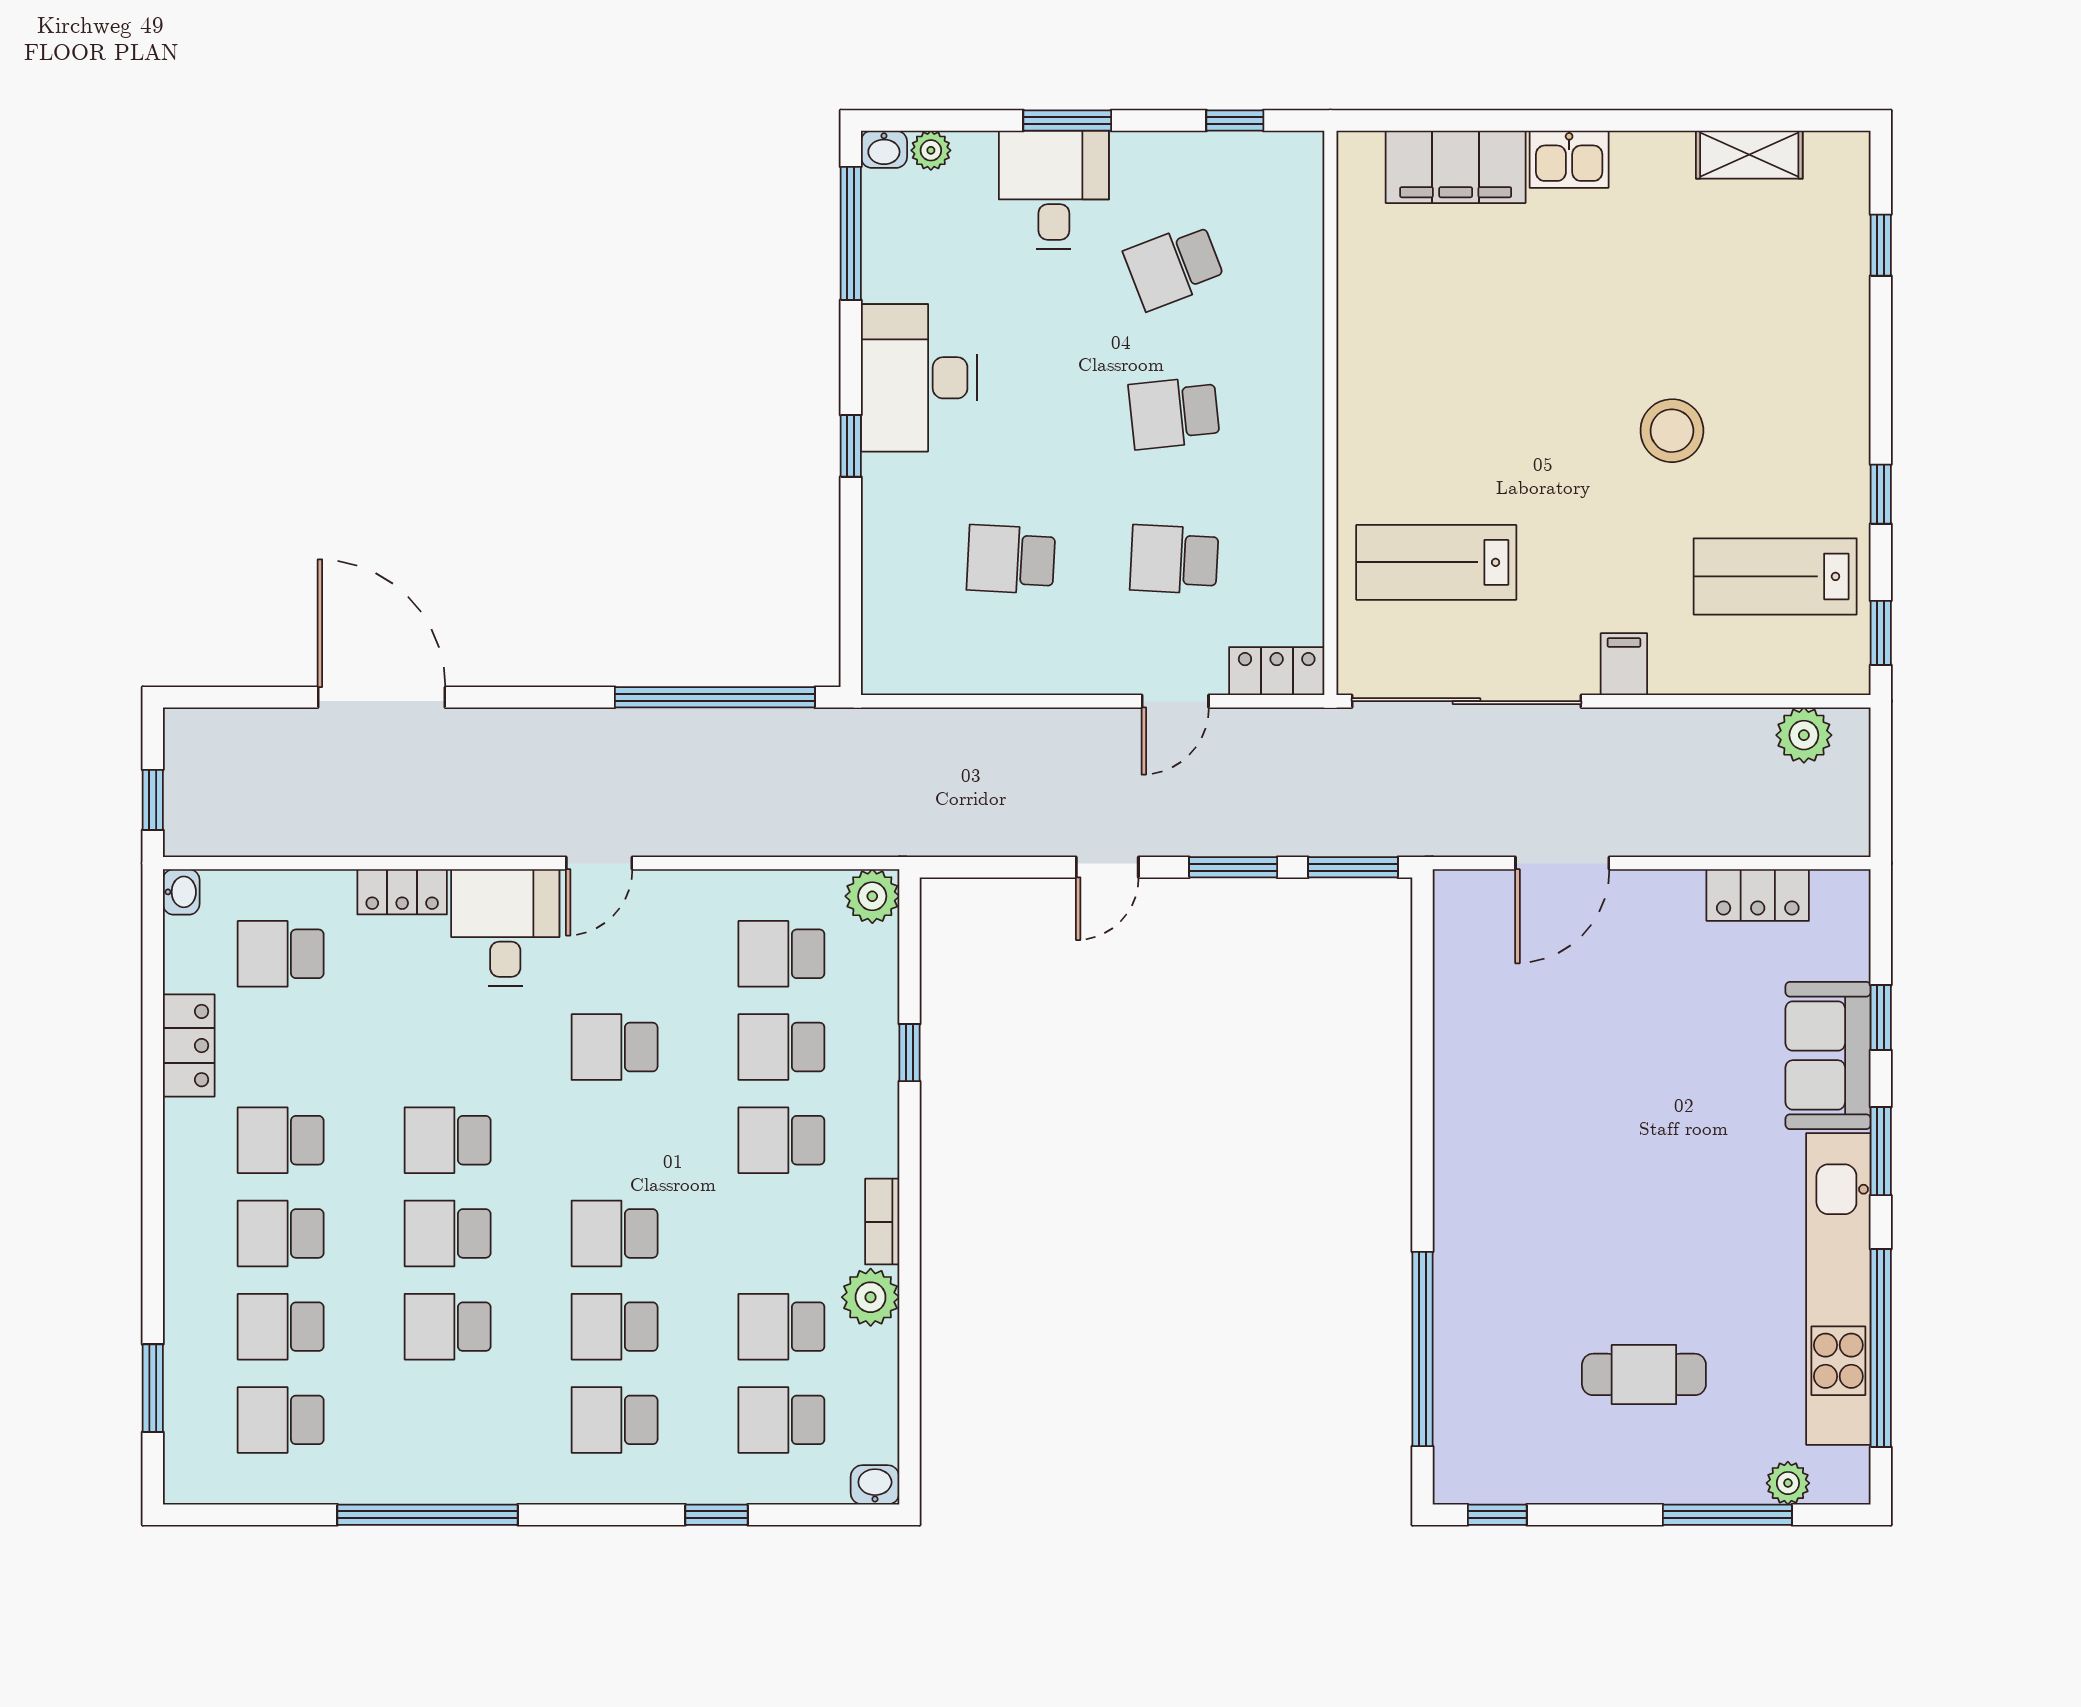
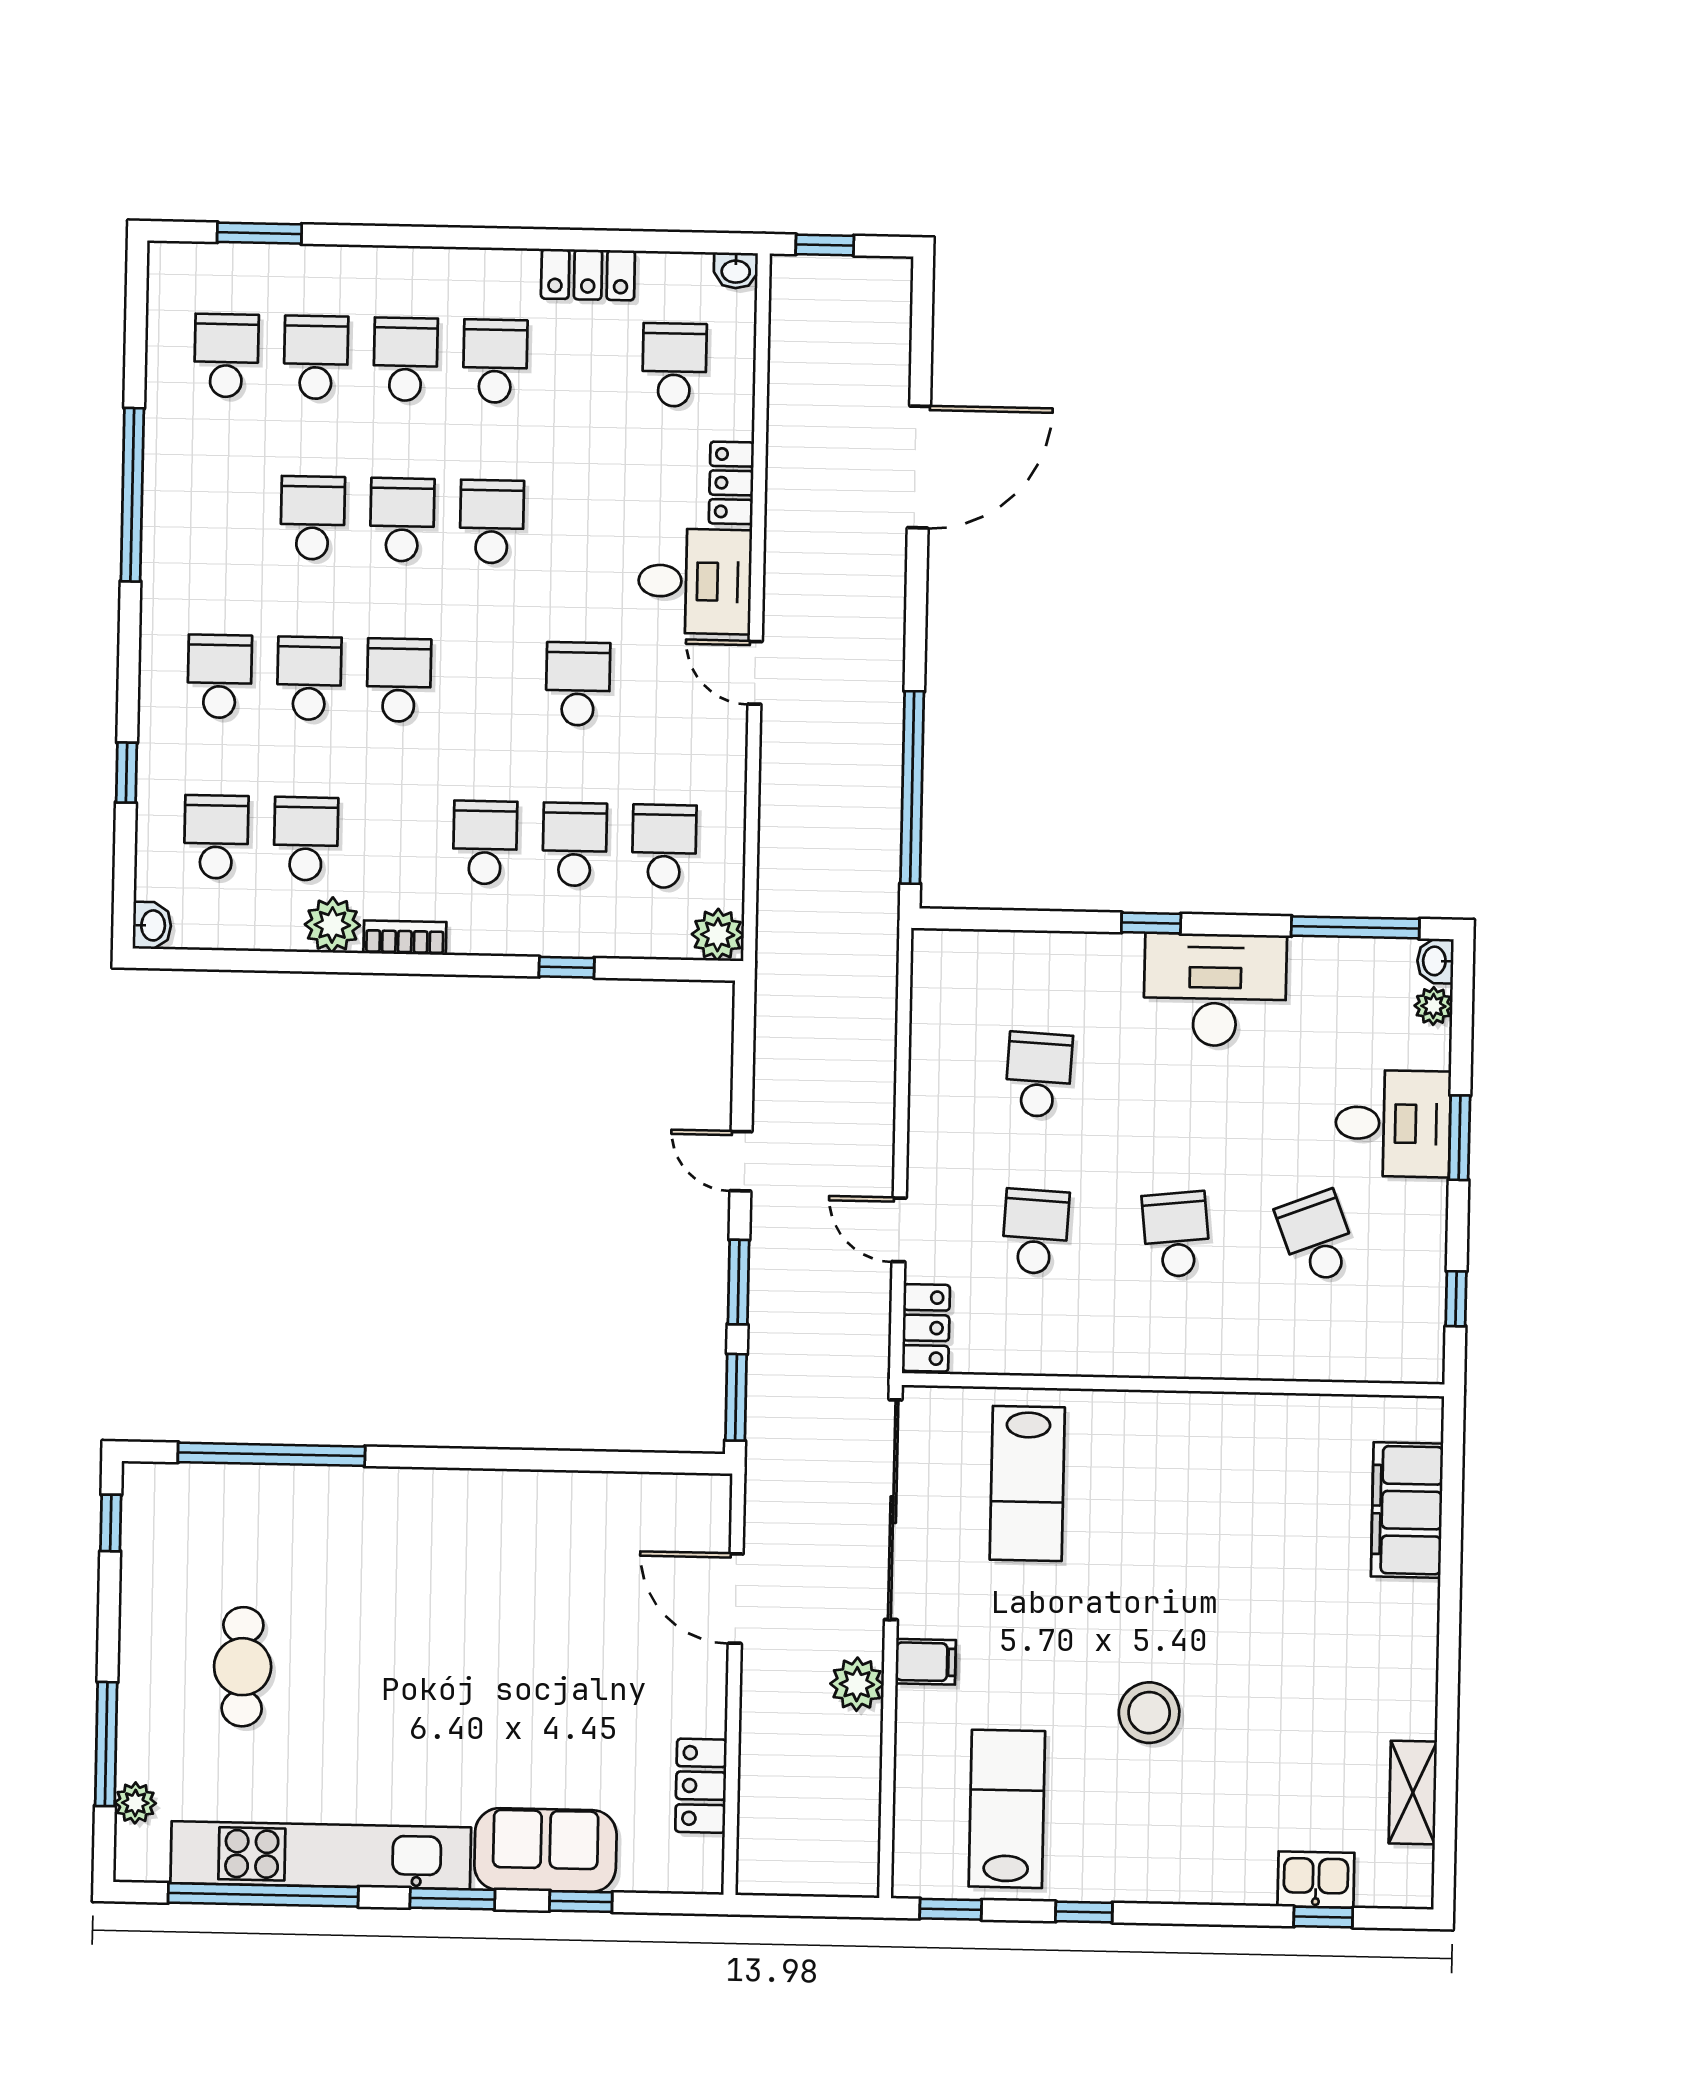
kitchen sink: (1569, 159) -> (1316, 1880), moved, turned 90
lab bench: (1436, 562) -> (1027, 1483), turned 180
plant: (1804, 735) -> (857, 1684), moved

